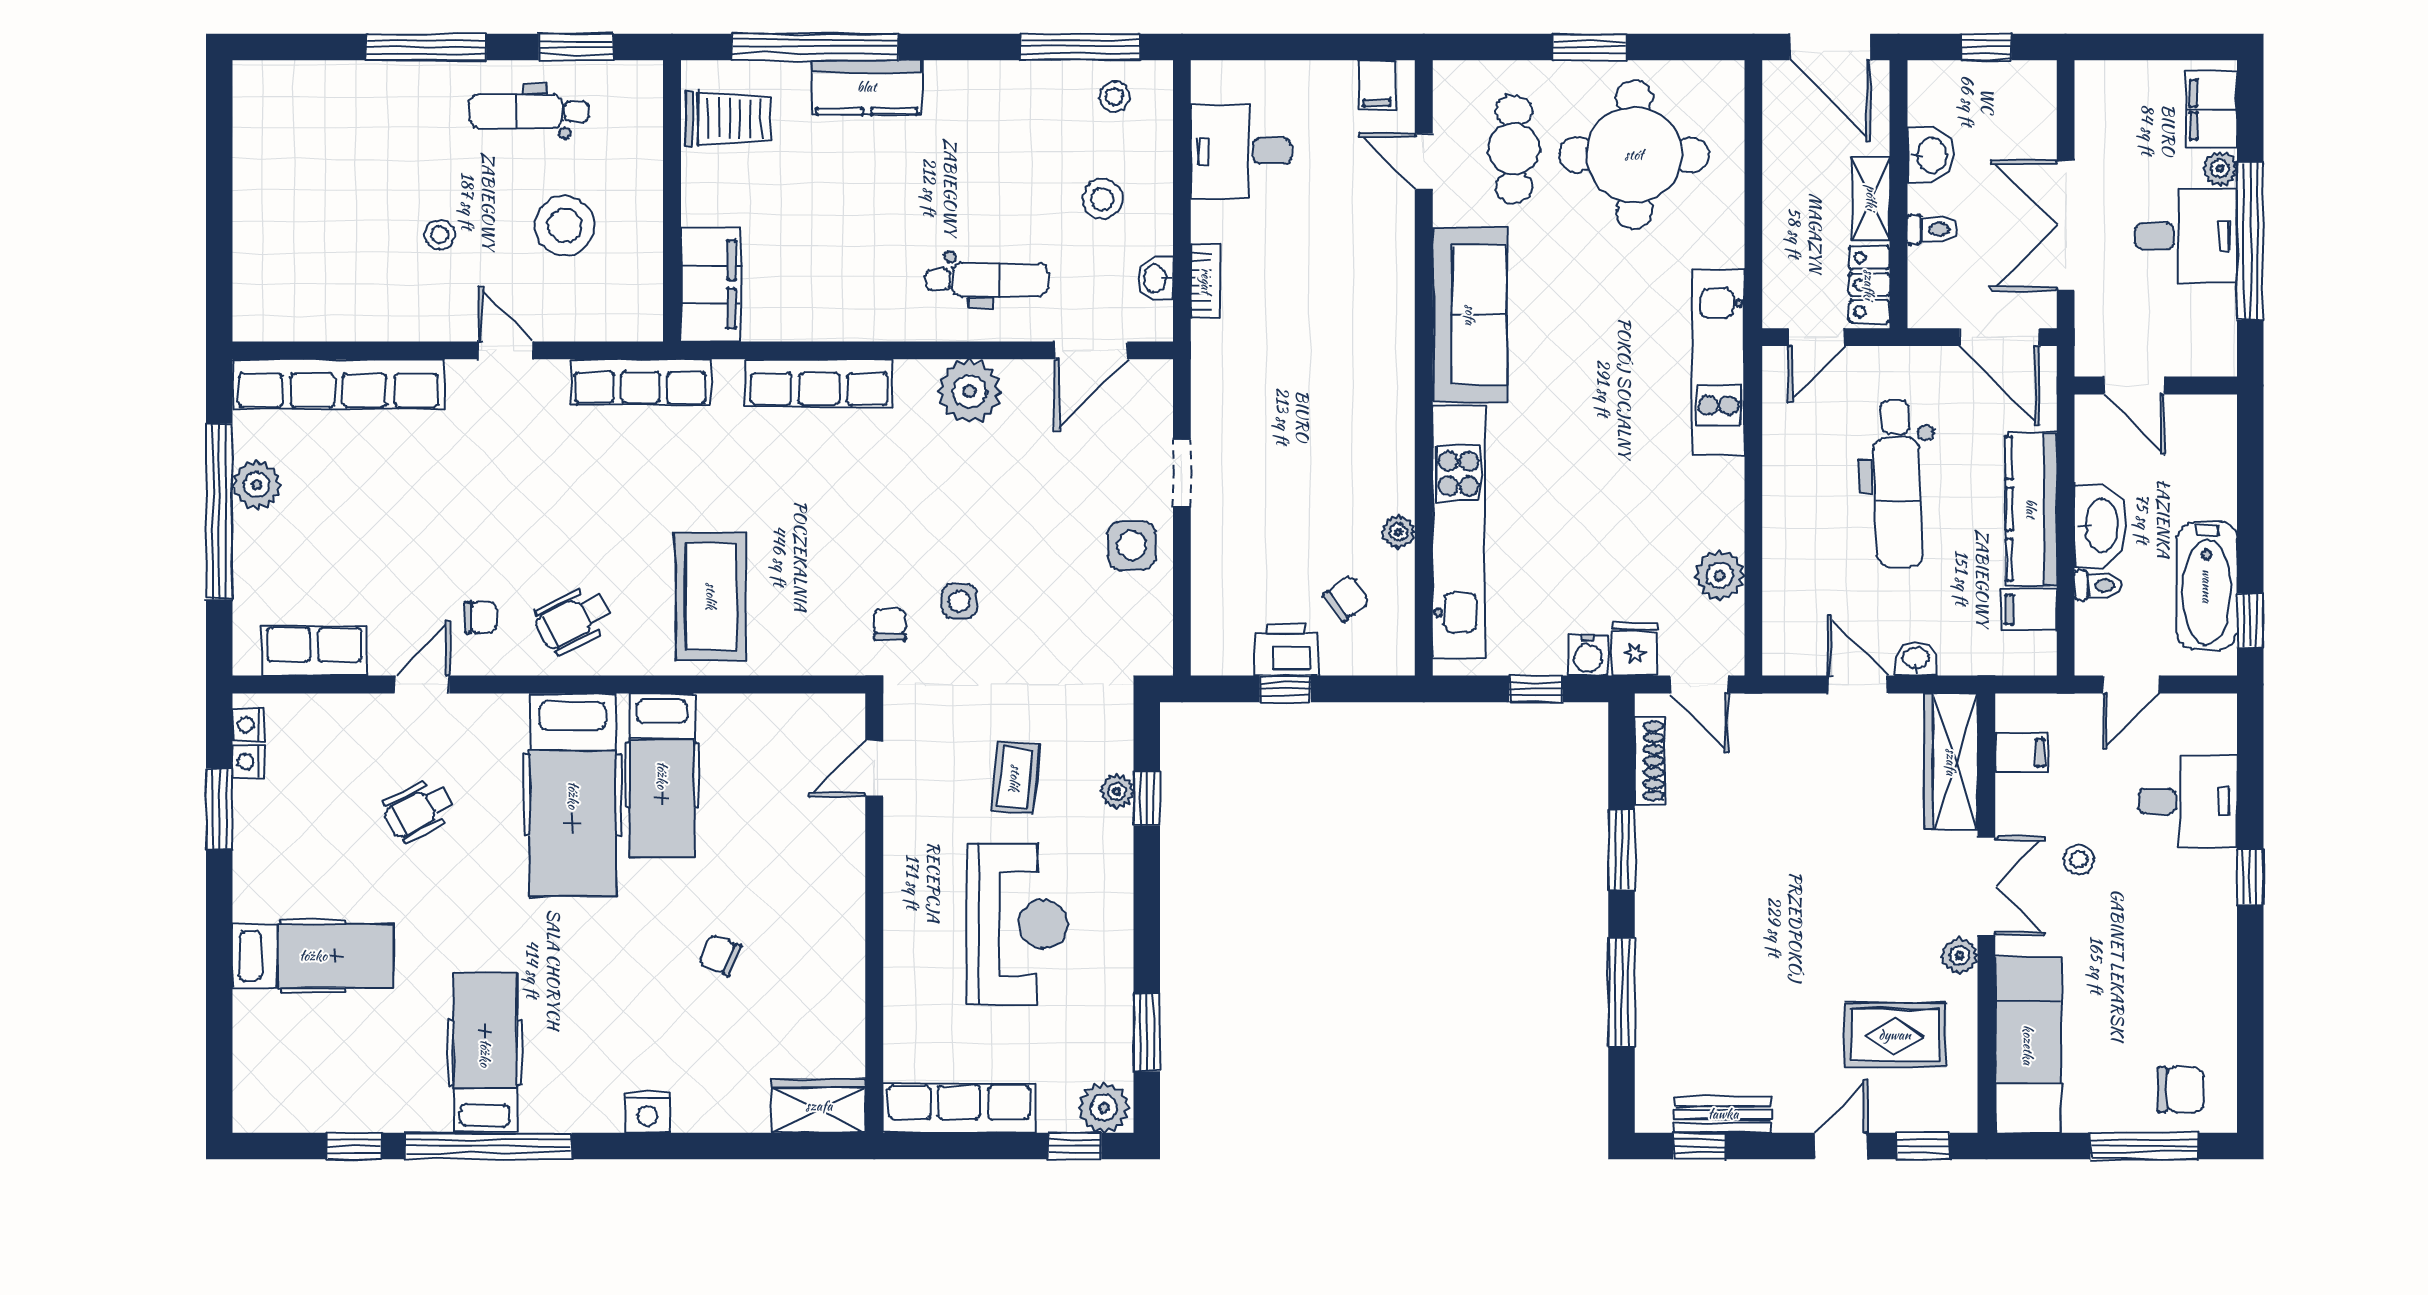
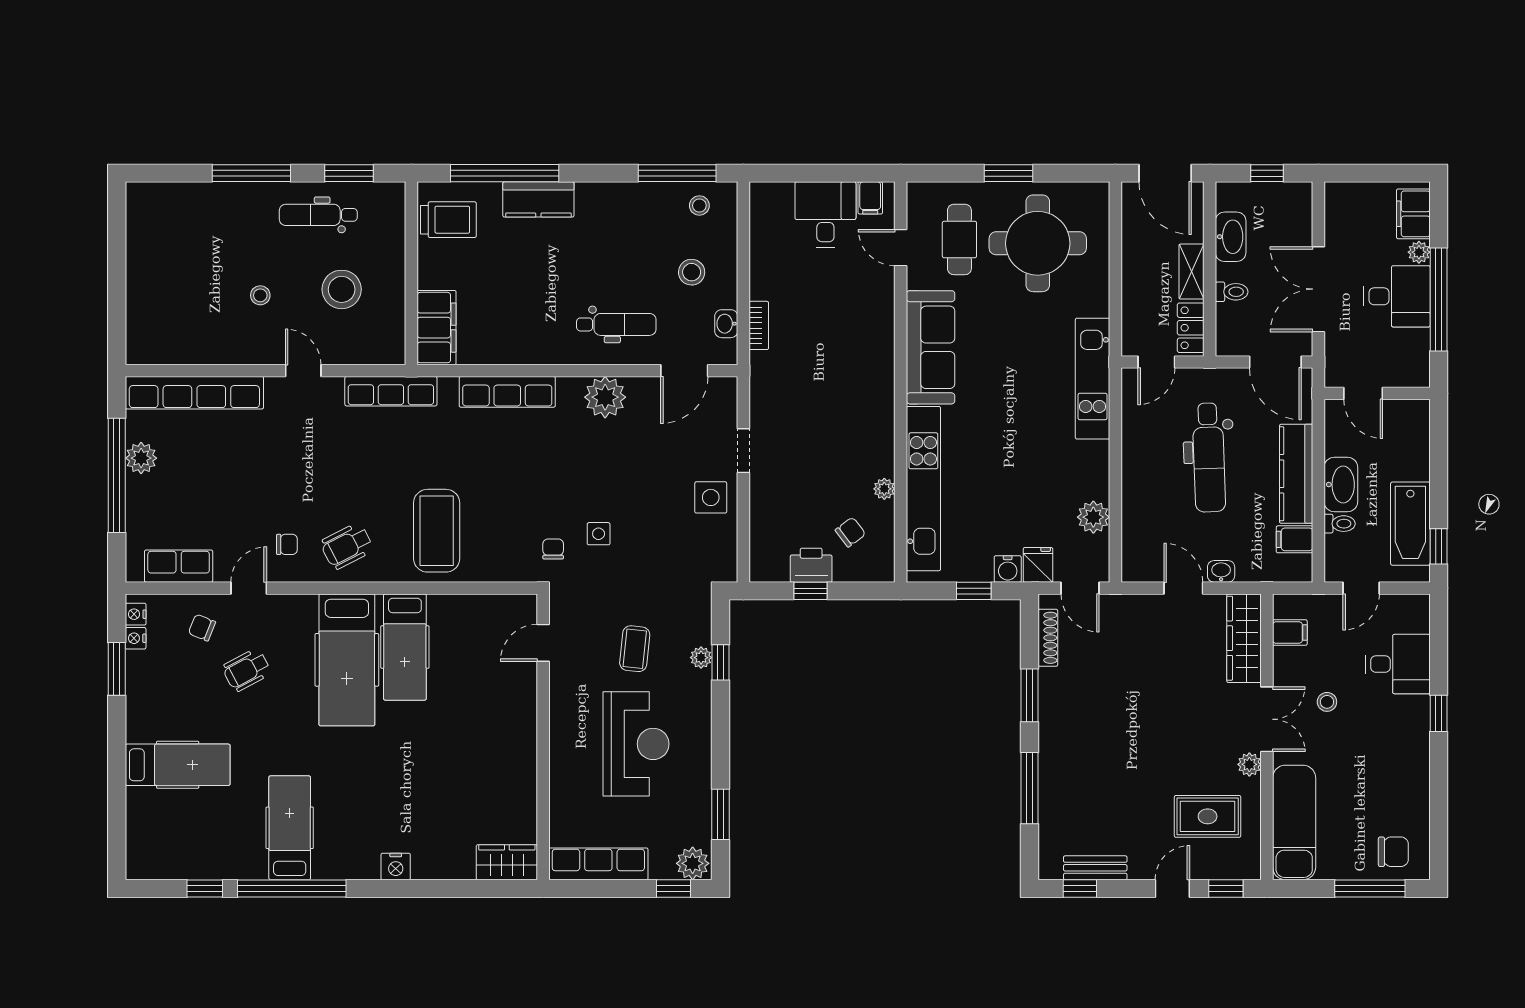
desk: (1241, 151) -> (825, 214), moved, turned 90
washbasin: (1931, 155) -> (1231, 237), width x1.38
chair: (720, 955) -> (202, 628), moved

